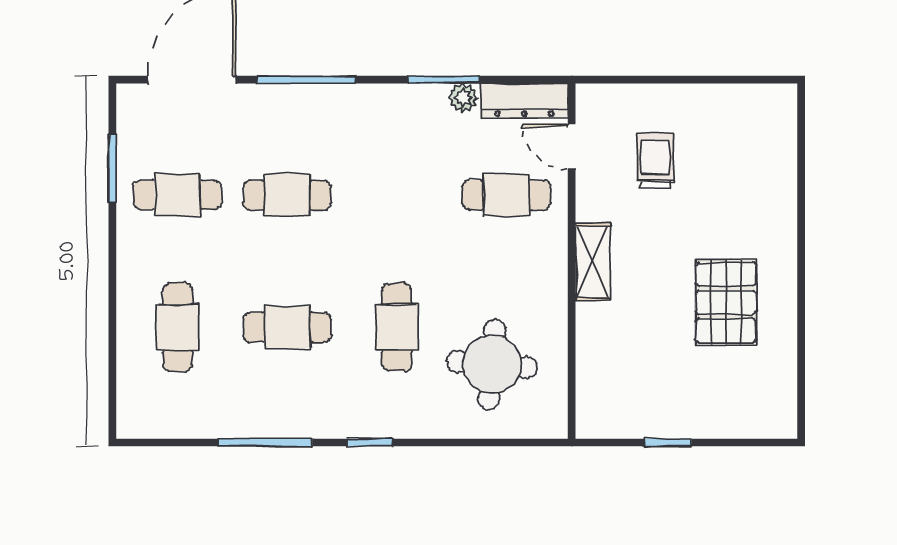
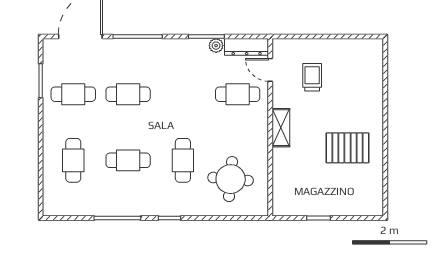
pallet: (726, 302) -> (347, 148), turned 90

